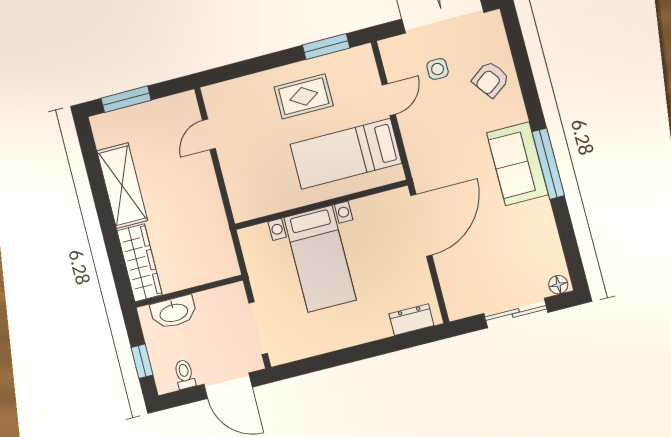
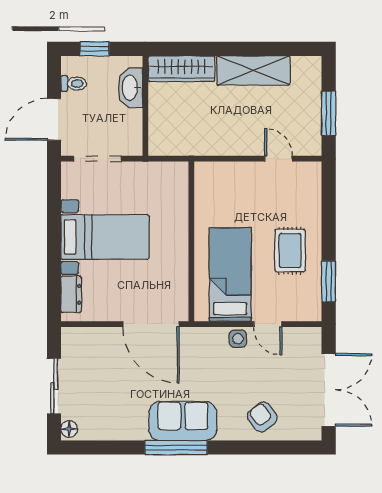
side table: (438, 69) -> (238, 339), moved
window: (126, 99) -> (329, 113), moved
bed with nightstands: (320, 259) -> (105, 237), moved, turned 180

